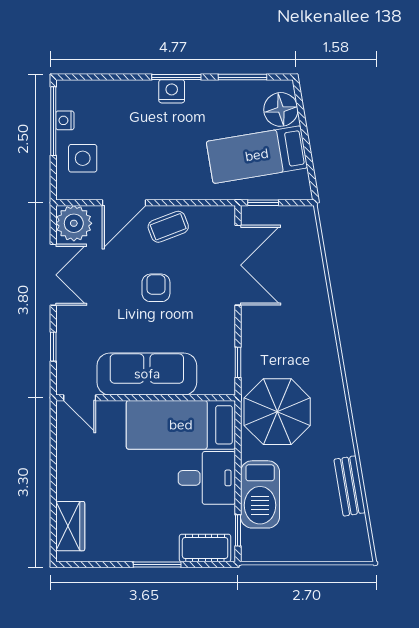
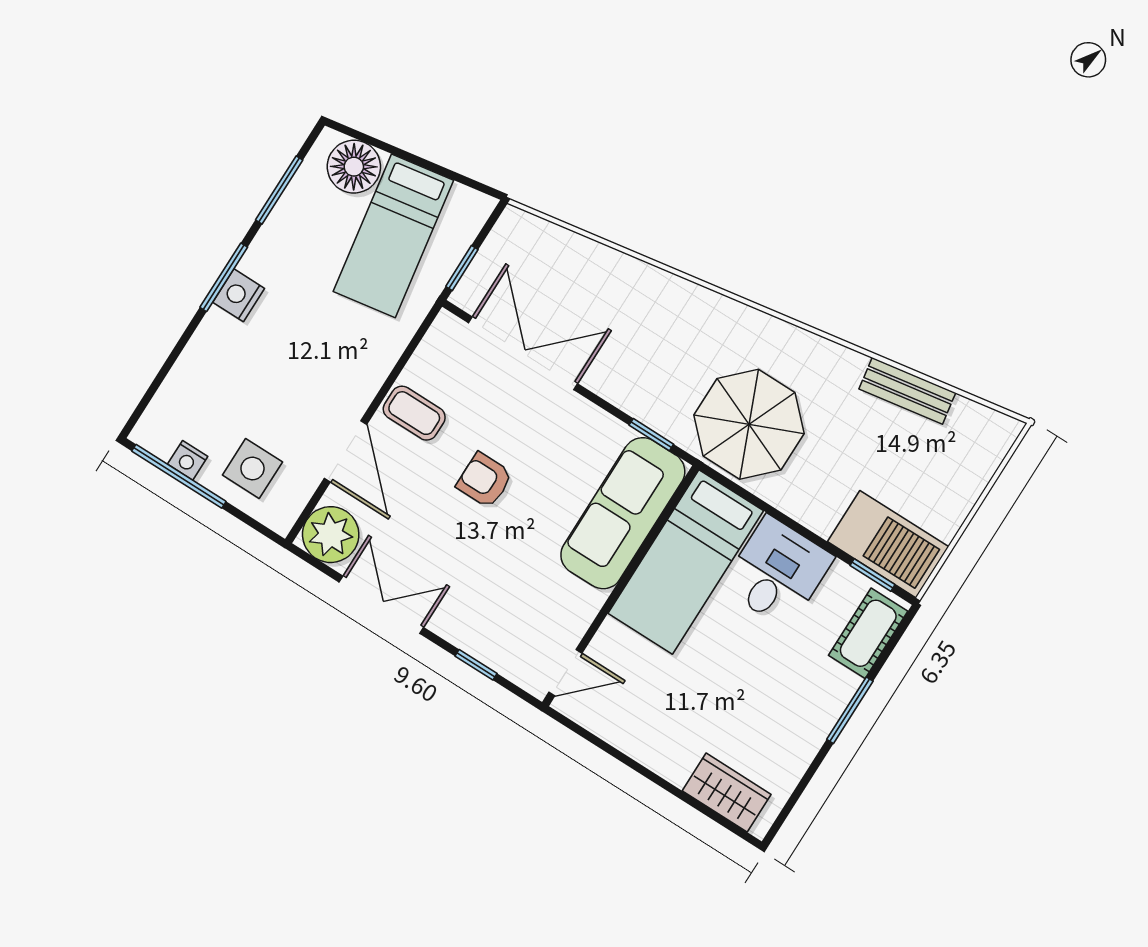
coffee table: (168, 227) -> (414, 413), turned -69
sofa: (147, 374) -> (623, 513), moved
barbecue: (260, 494) -> (888, 544), moved

